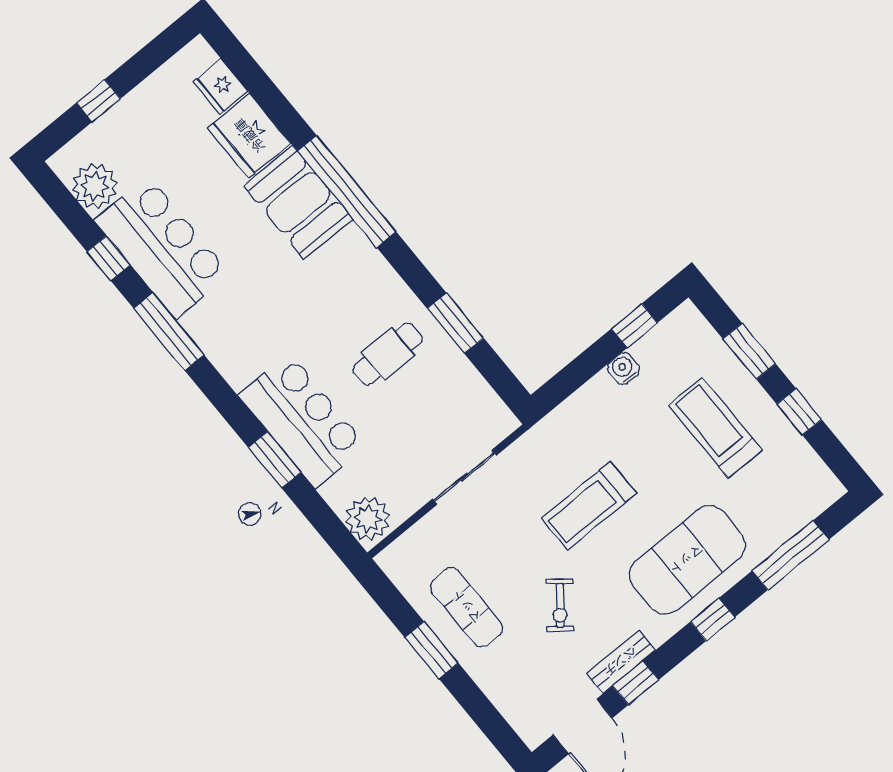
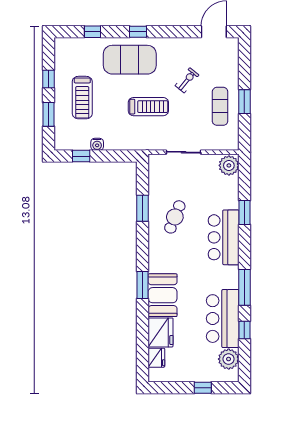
window: (347, 191) -> (143, 285), width x0.47
cafe table: (388, 354) -> (175, 217), turned -68
bar counter: (302, 420) -> (224, 237), moved
window: (791, 555) -> (93, 32), width x0.46
bench: (621, 662) -> (182, 43), removed
window: (636, 683) -> (183, 32), removed

